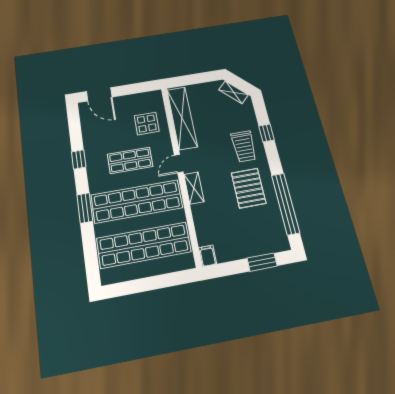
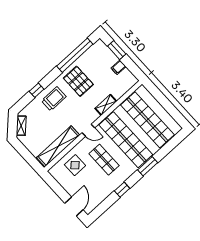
shelving: (194, 188) -> (106, 105), moved
pallet: (249, 188) -> (78, 81), turned 90
filing cabinet: (208, 256) -> (119, 67), moved

